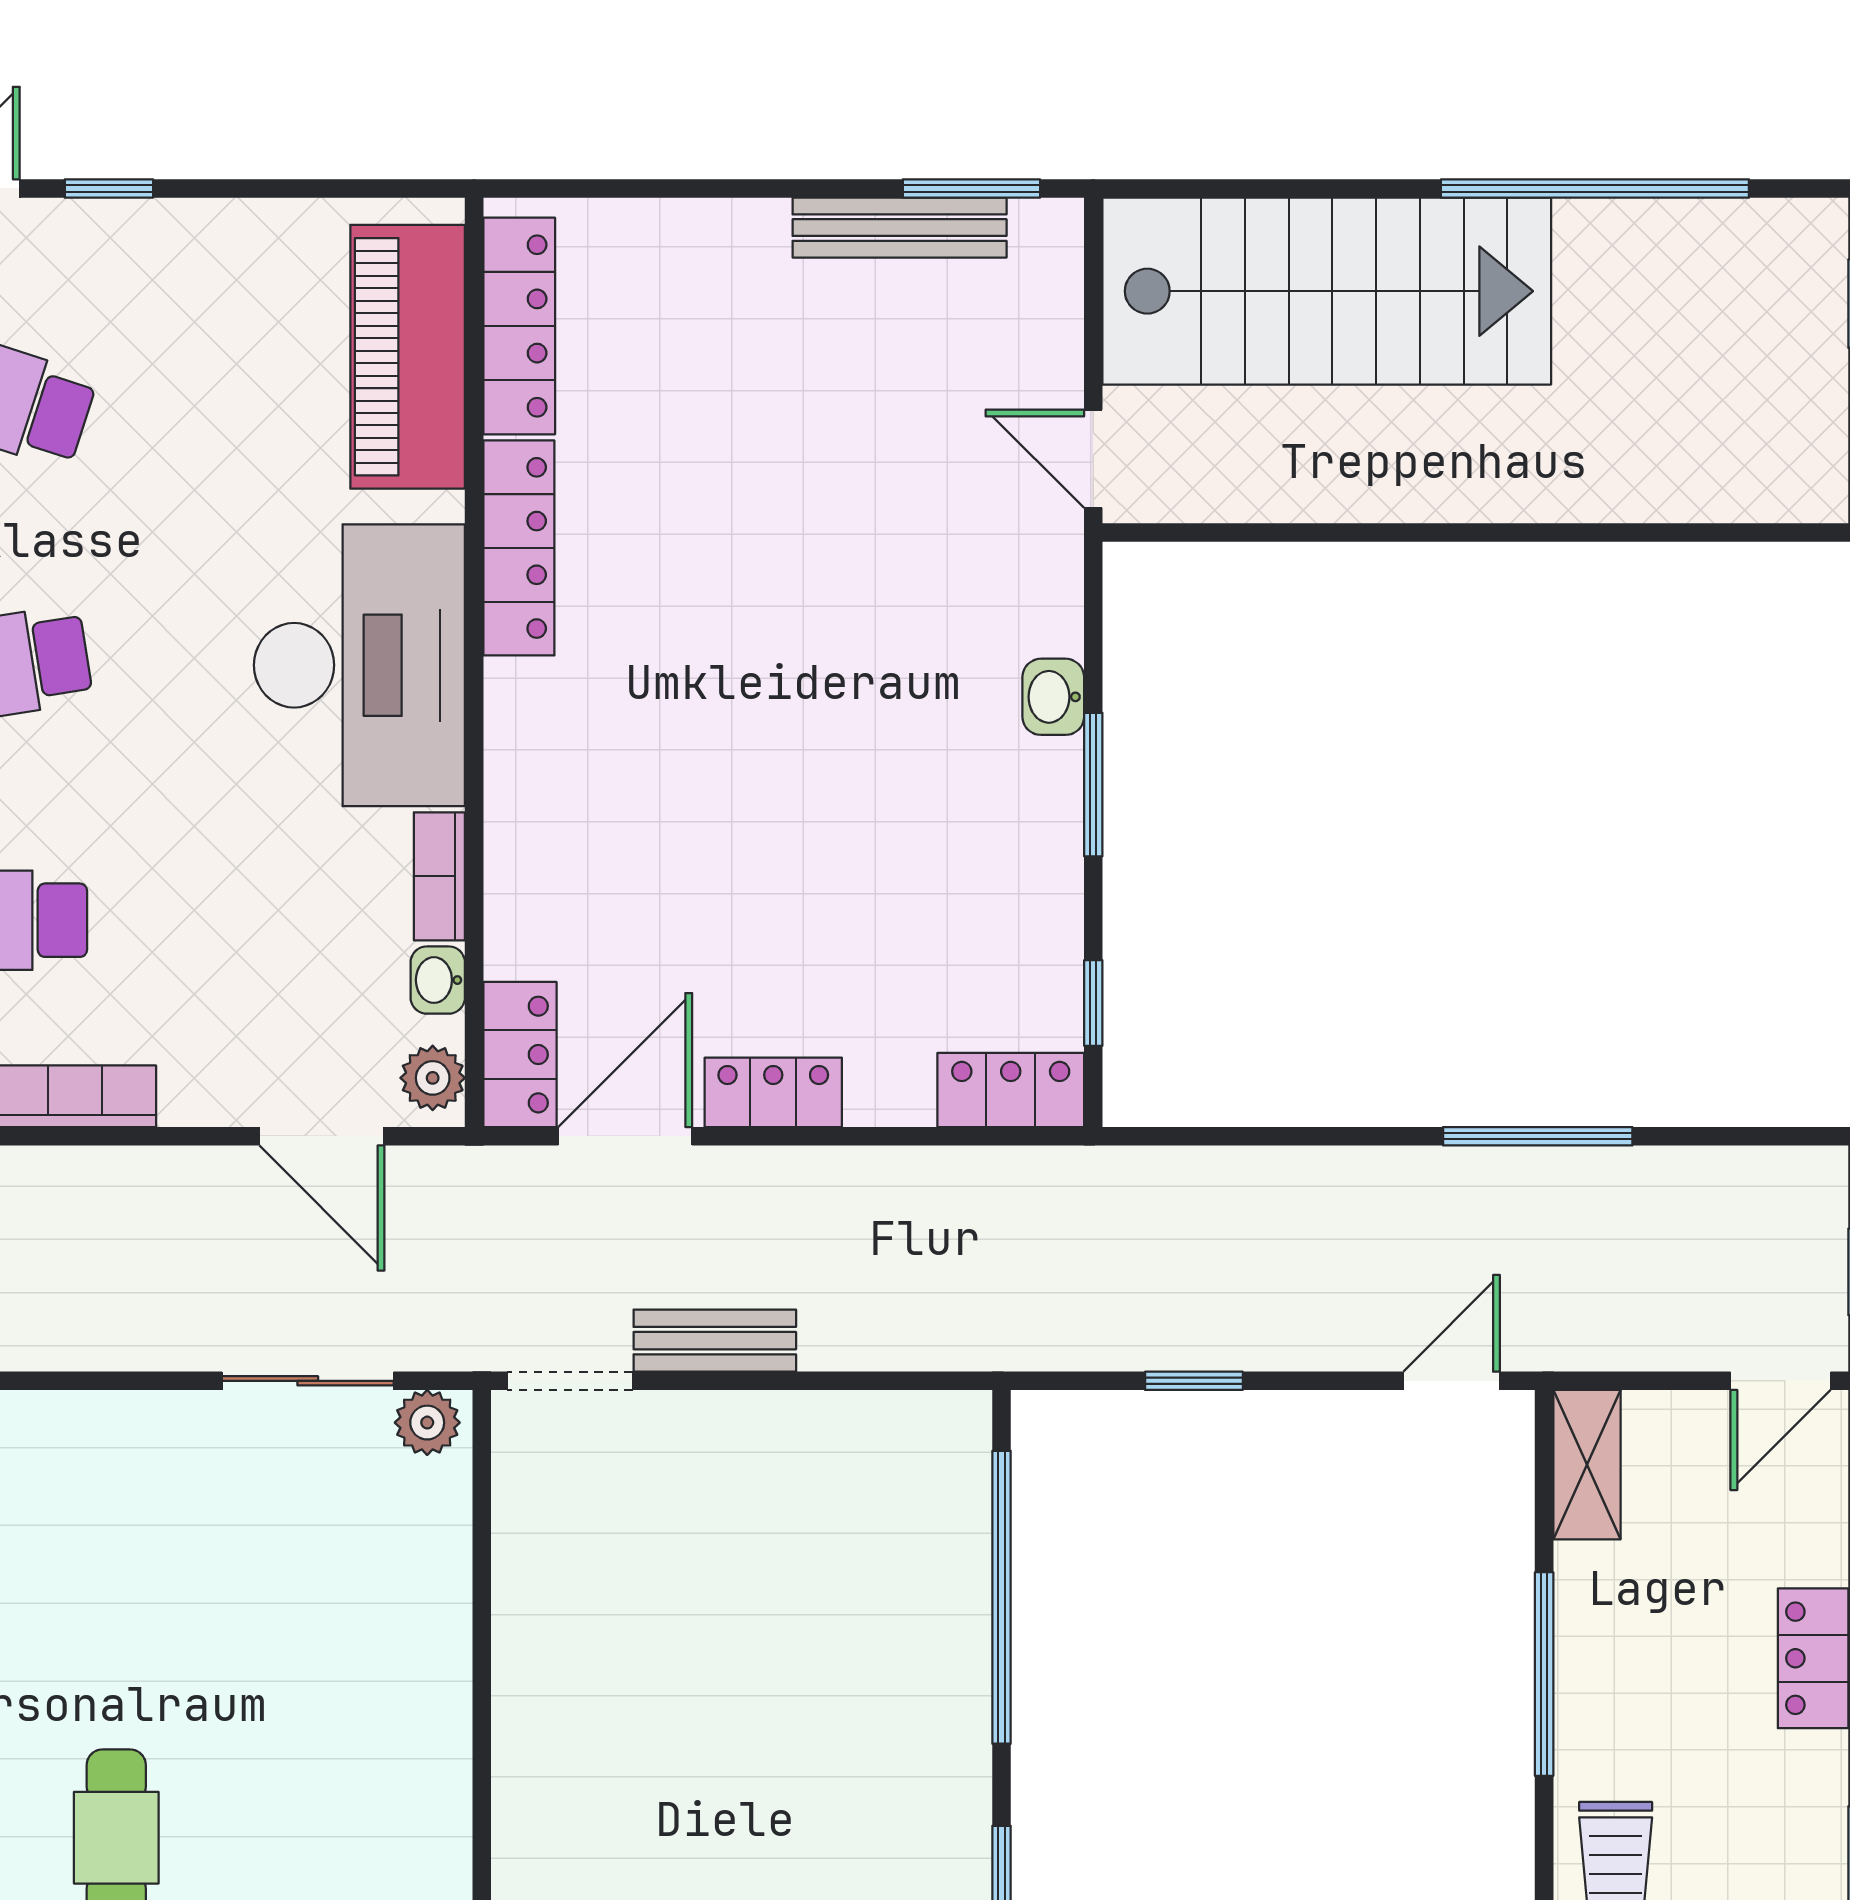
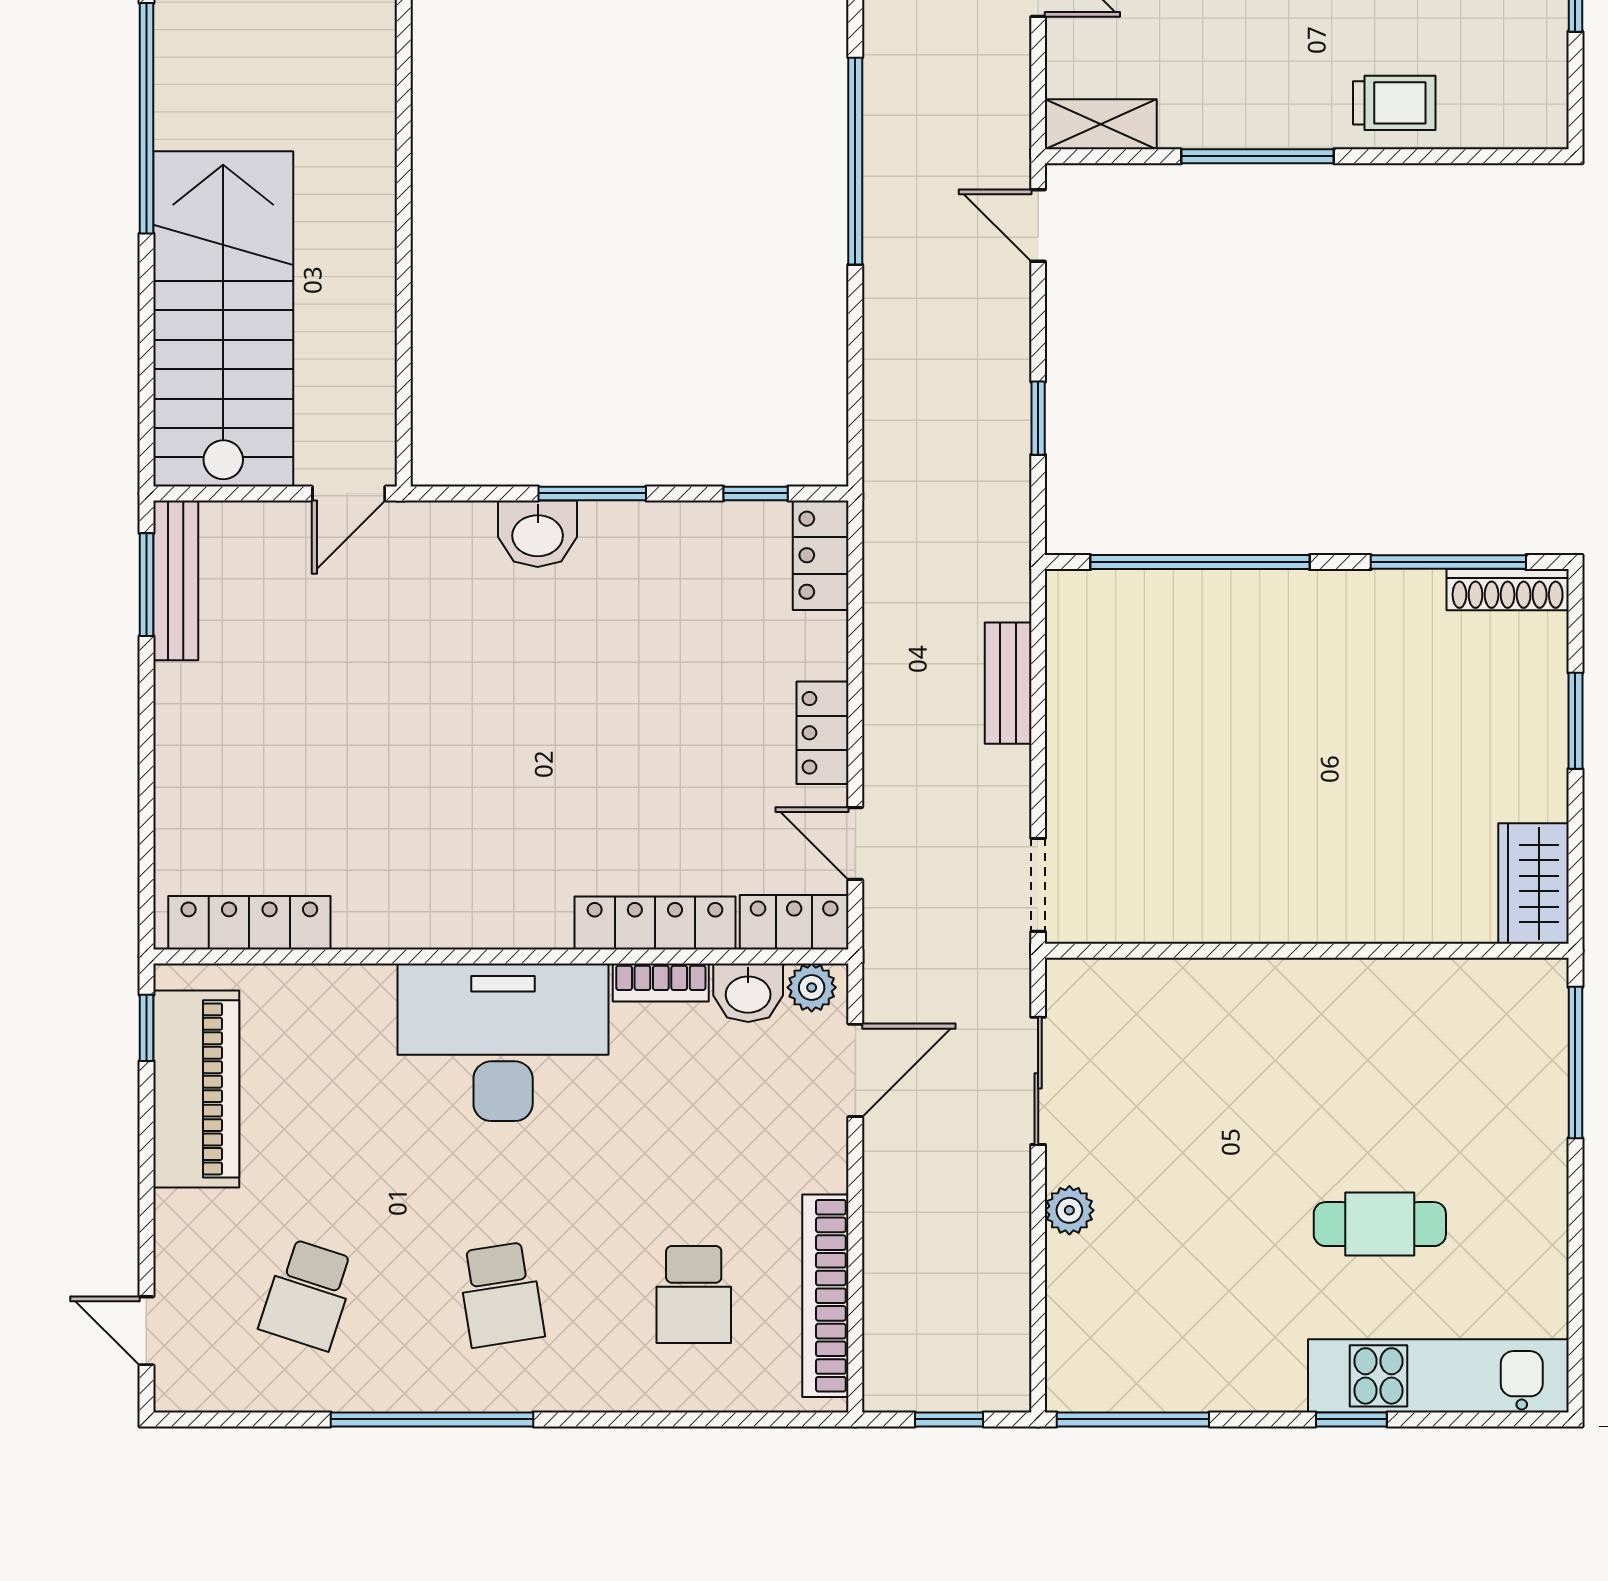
window: (109, 188) -> (146, 1028), moved
bench: (900, 228) -> (176, 580), moved
piano: (408, 357) -> (196, 1089), moved, turned -90
locker: (519, 548) -> (655, 923), moved
washbasin: (1053, 697) -> (538, 534), width x1.38, depth x1.45
washbasin: (438, 980) -> (748, 993), width x1.38, depth x1.45
door: (625, 1136) -> (855, 844), width x0.73
window: (1538, 1136) -> (855, 161), width x1.46
bench: (715, 1341) -> (1008, 683), moved
plant: (427, 1423) -> (1069, 1210), moved

